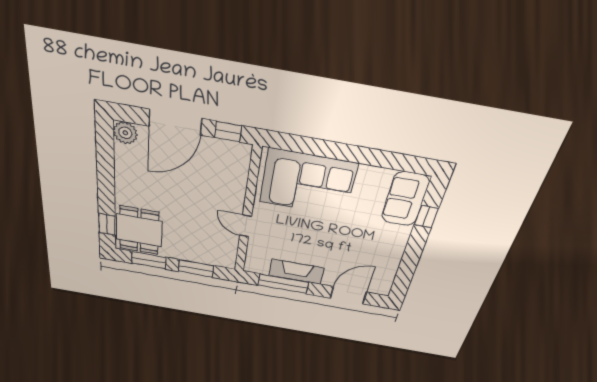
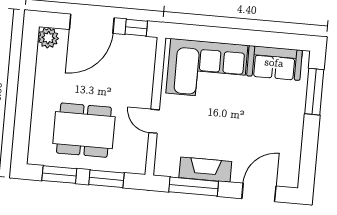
sofa: (405, 199) -> (274, 63), moved, turned -90
window: (426, 217) -> (314, 92), width x2.17
window: (107, 224) -> (21, 136), removed
dining table: (139, 230) -> (84, 130), moved, width x1.38

